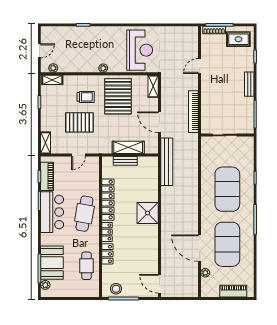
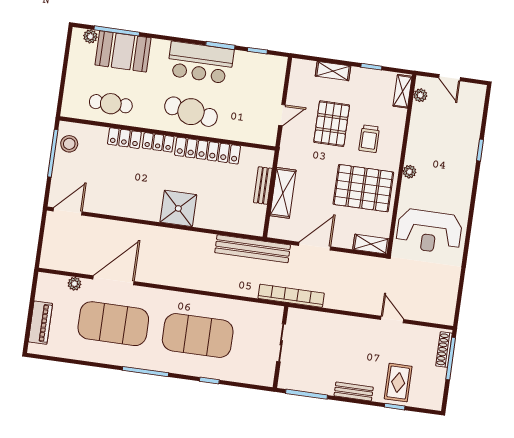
rug: (238, 39) -> (398, 383), moved
bookcase: (193, 112) -> (291, 296), moved
shelving: (46, 143) -> (333, 71), moved
door: (78, 155) -> (282, 115), swing flipped
piano: (47, 176) -> (256, 63), removed

